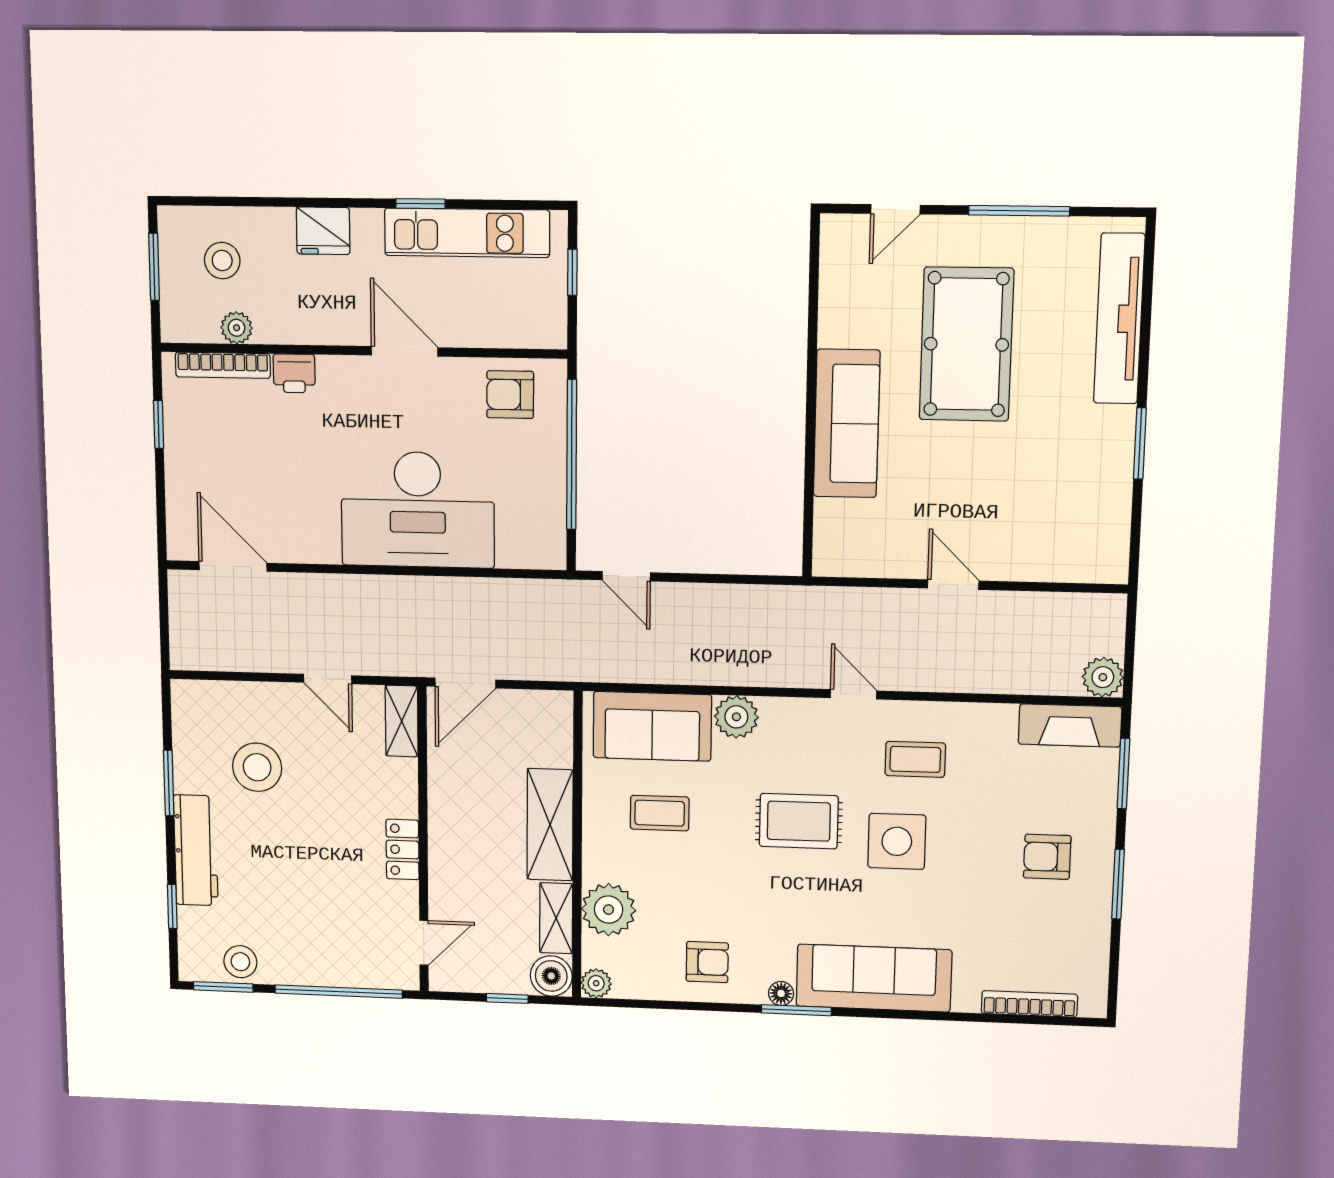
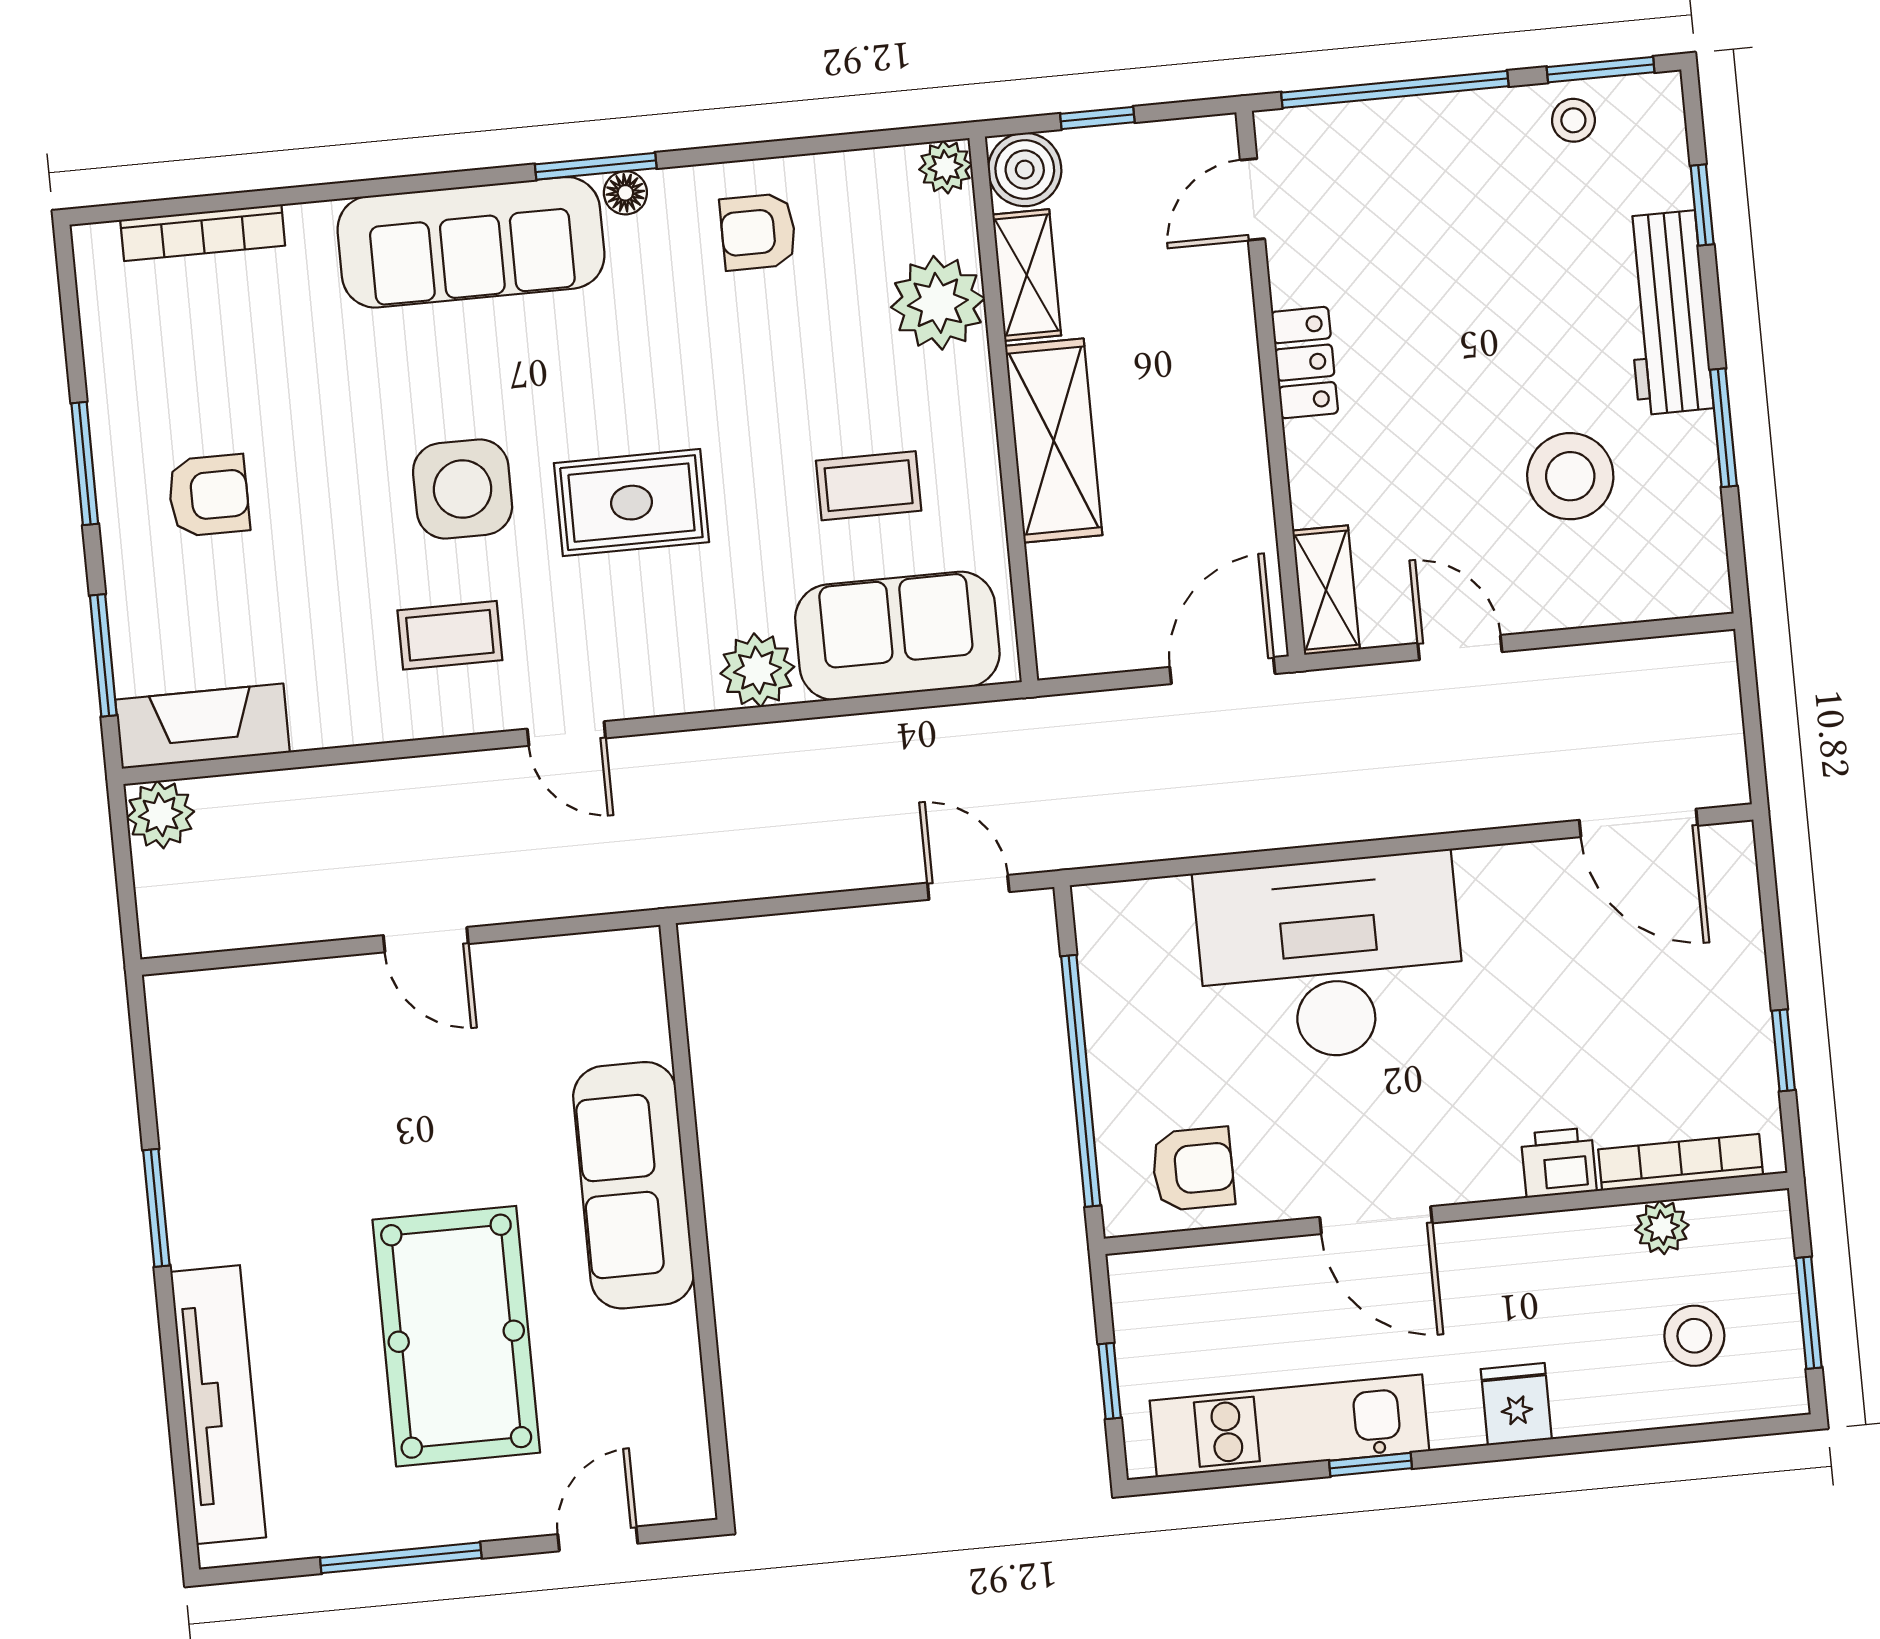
fridge: (323, 231) -> (1516, 1404), width x0.72
stool: (240, 962) -> (1573, 120), width x0.73, depth x0.73

